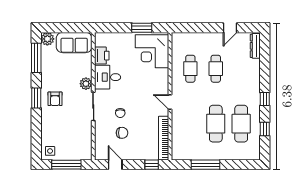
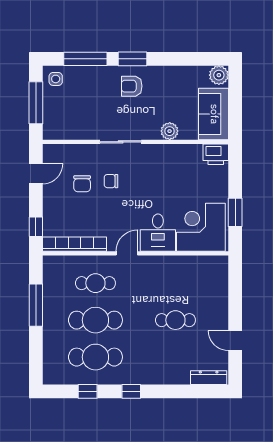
printer: (102, 56) -> (216, 154), moved
window: (36, 58) -> (85, 59), moved
cafe table: (190, 69) -> (95, 283), moved
desk: (108, 77) -> (158, 233), moved, turned 180
plant: (86, 84) -> (170, 131), moved

